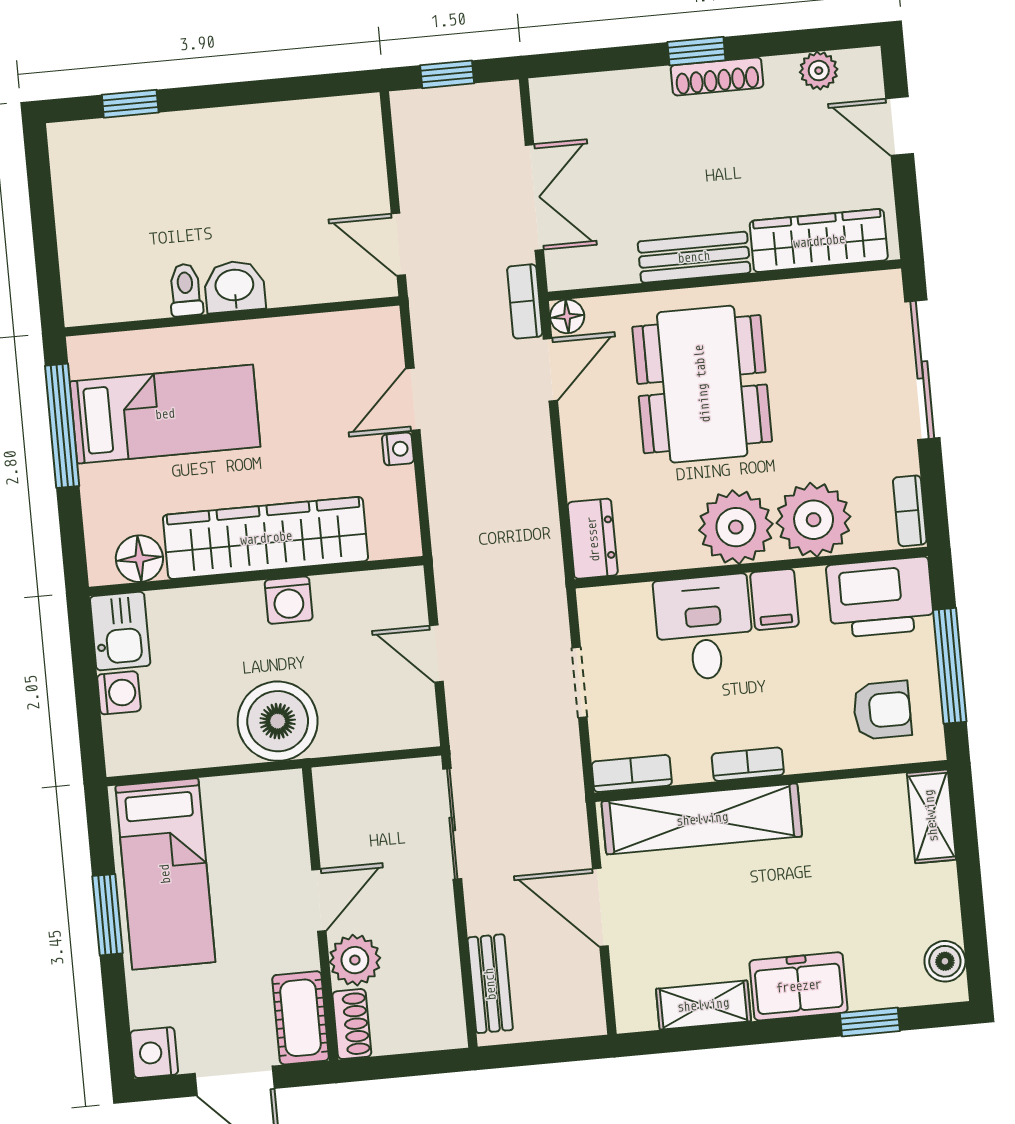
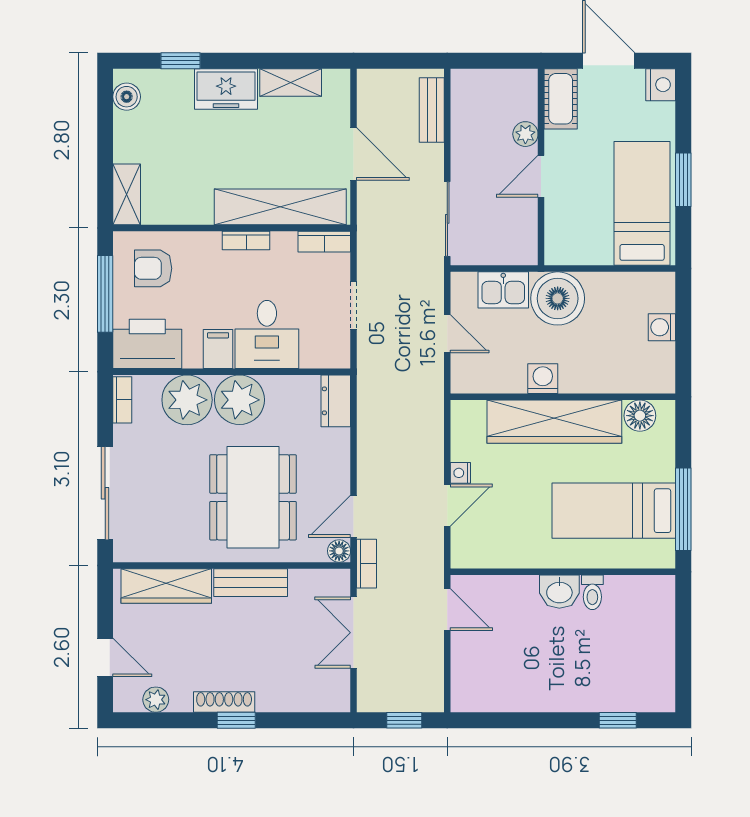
kitchen sink: (120, 631) -> (503, 290), moved, turned -90
plant: (355, 960) -> (525, 134), width x0.73, depth x0.73
shoe rack: (352, 1024) -> (527, 91), removed

